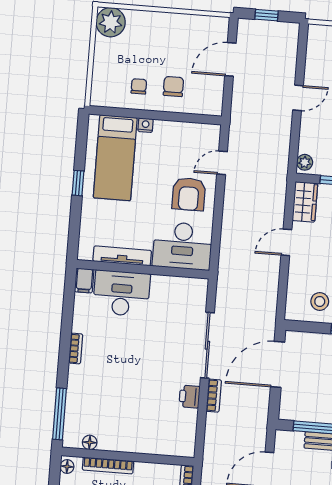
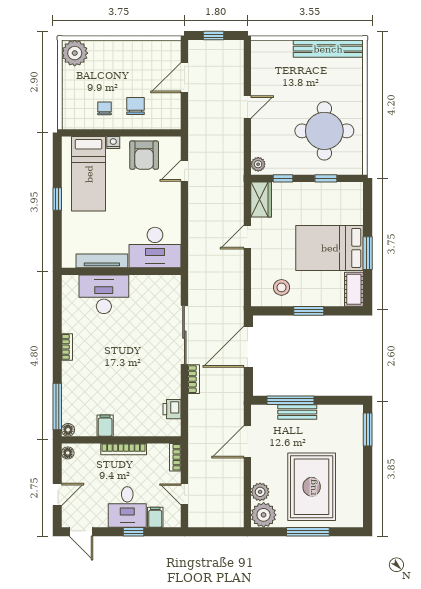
armchair: (189, 194) -> (144, 155), moved
filing cabinet: (84, 280) -> (105, 426), moved, turned 180
printer: (189, 397) -> (172, 409), moved
floor lamp: (90, 442) -> (68, 430), moved
bookcase: (108, 465) -> (124, 449), moved

